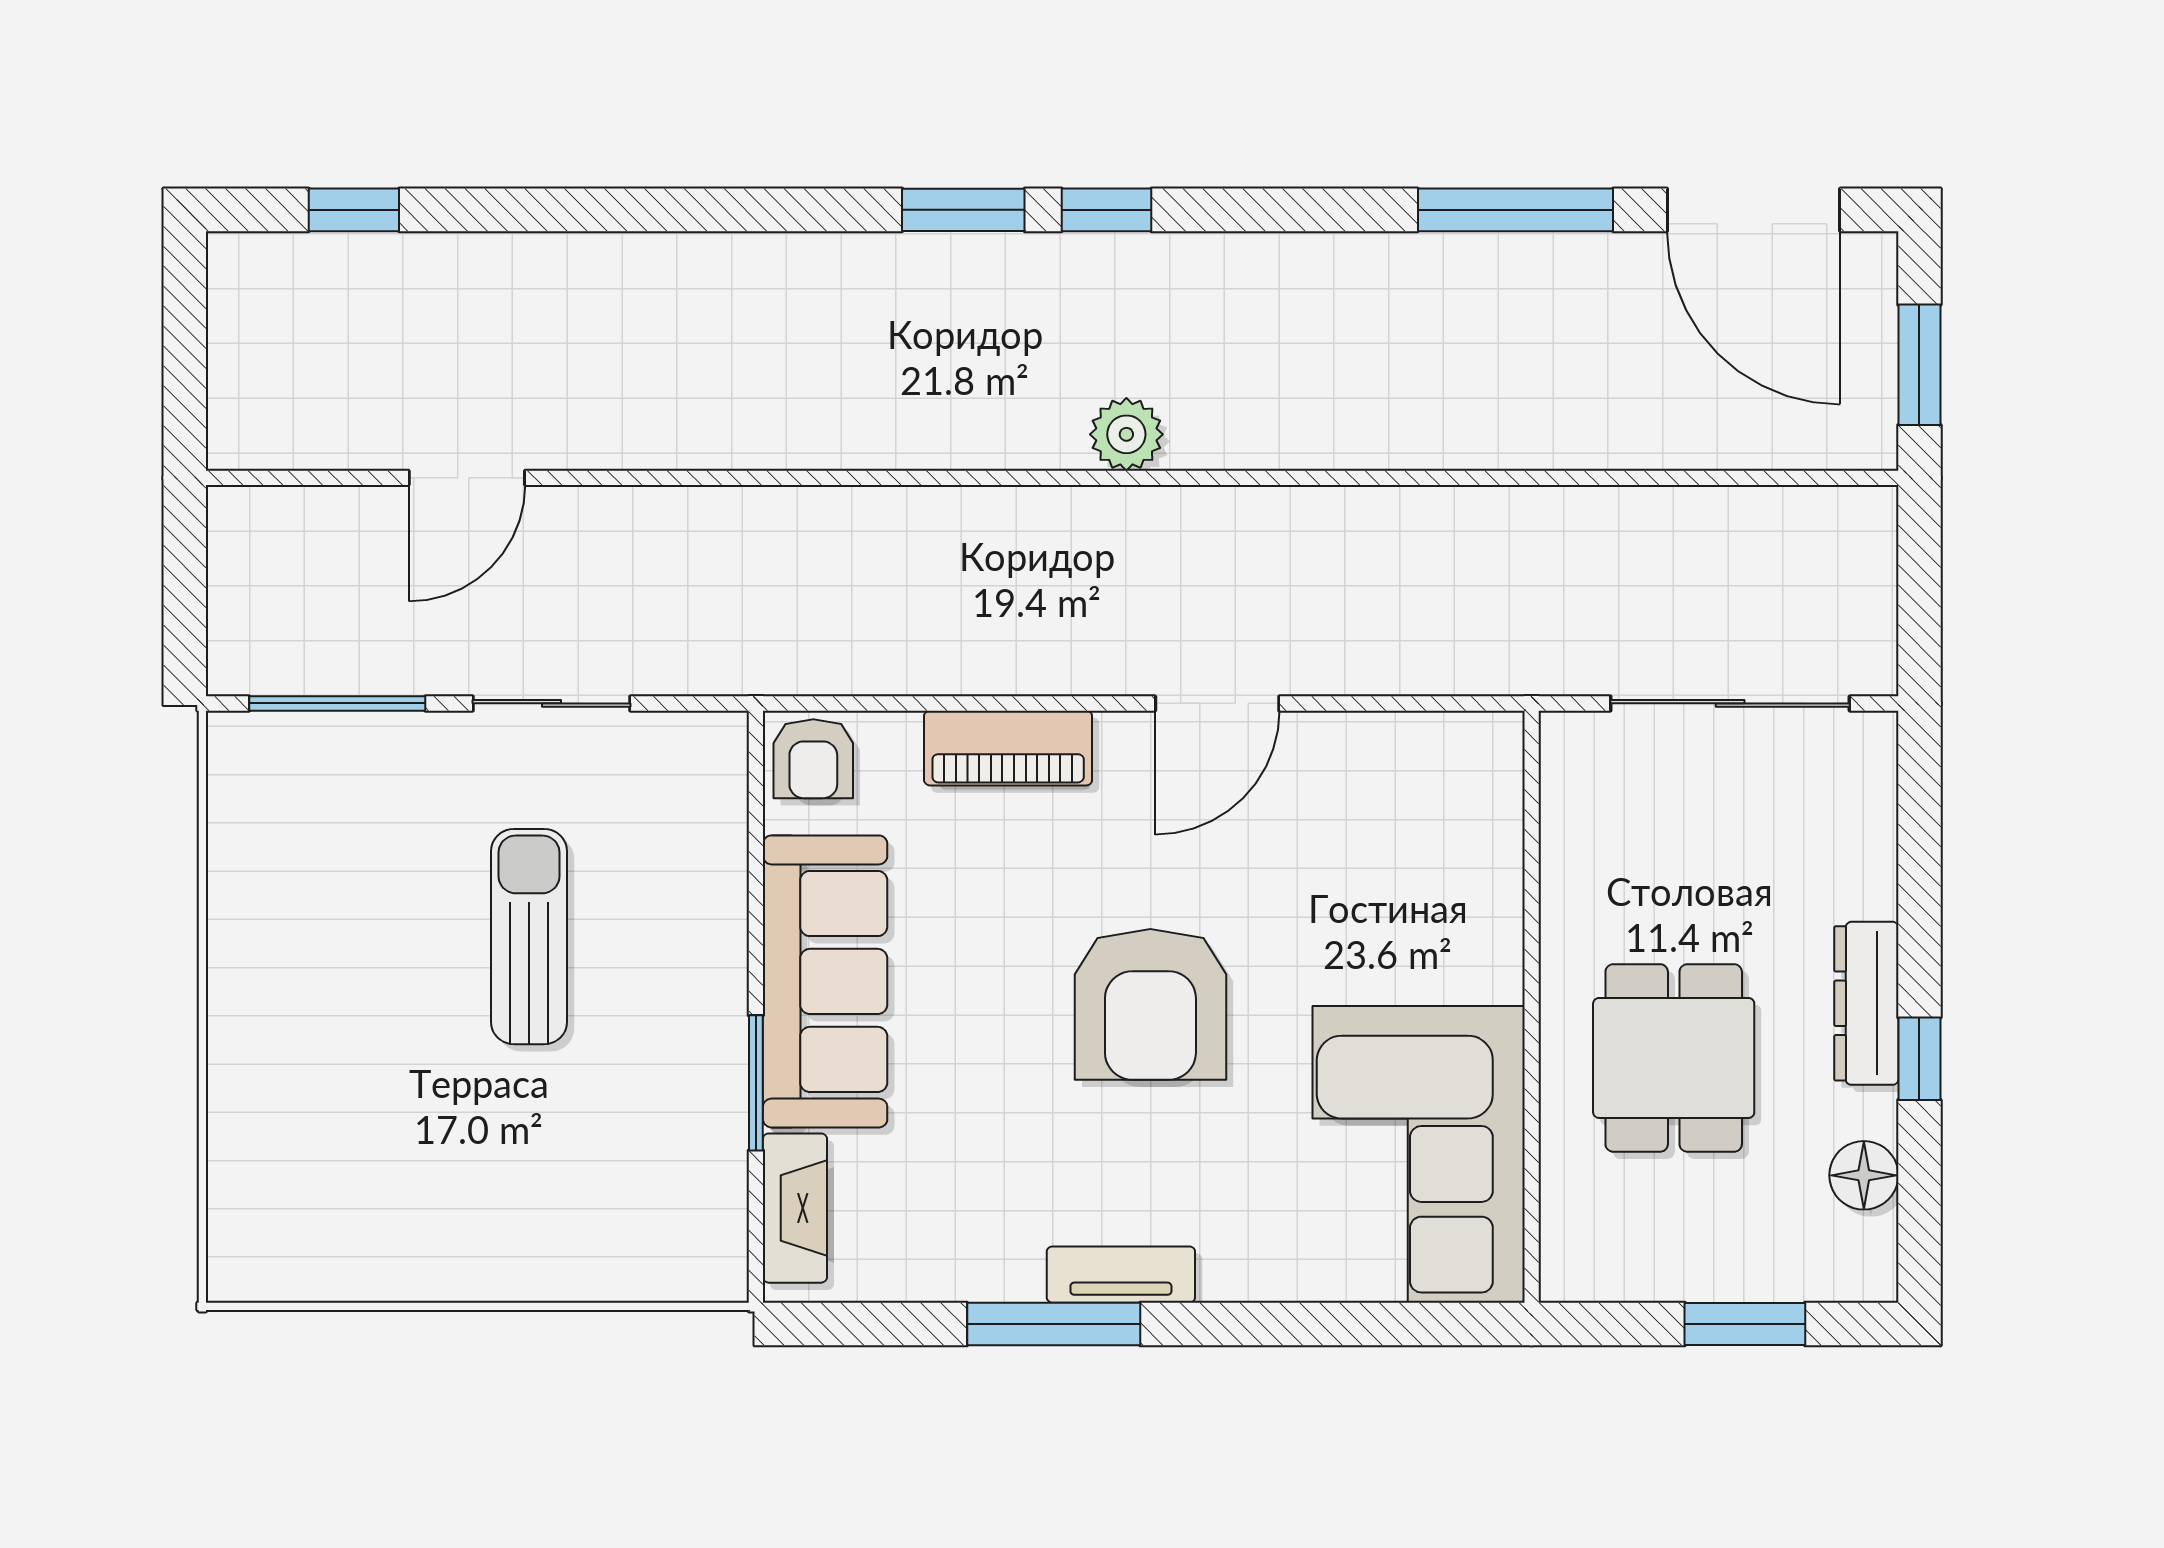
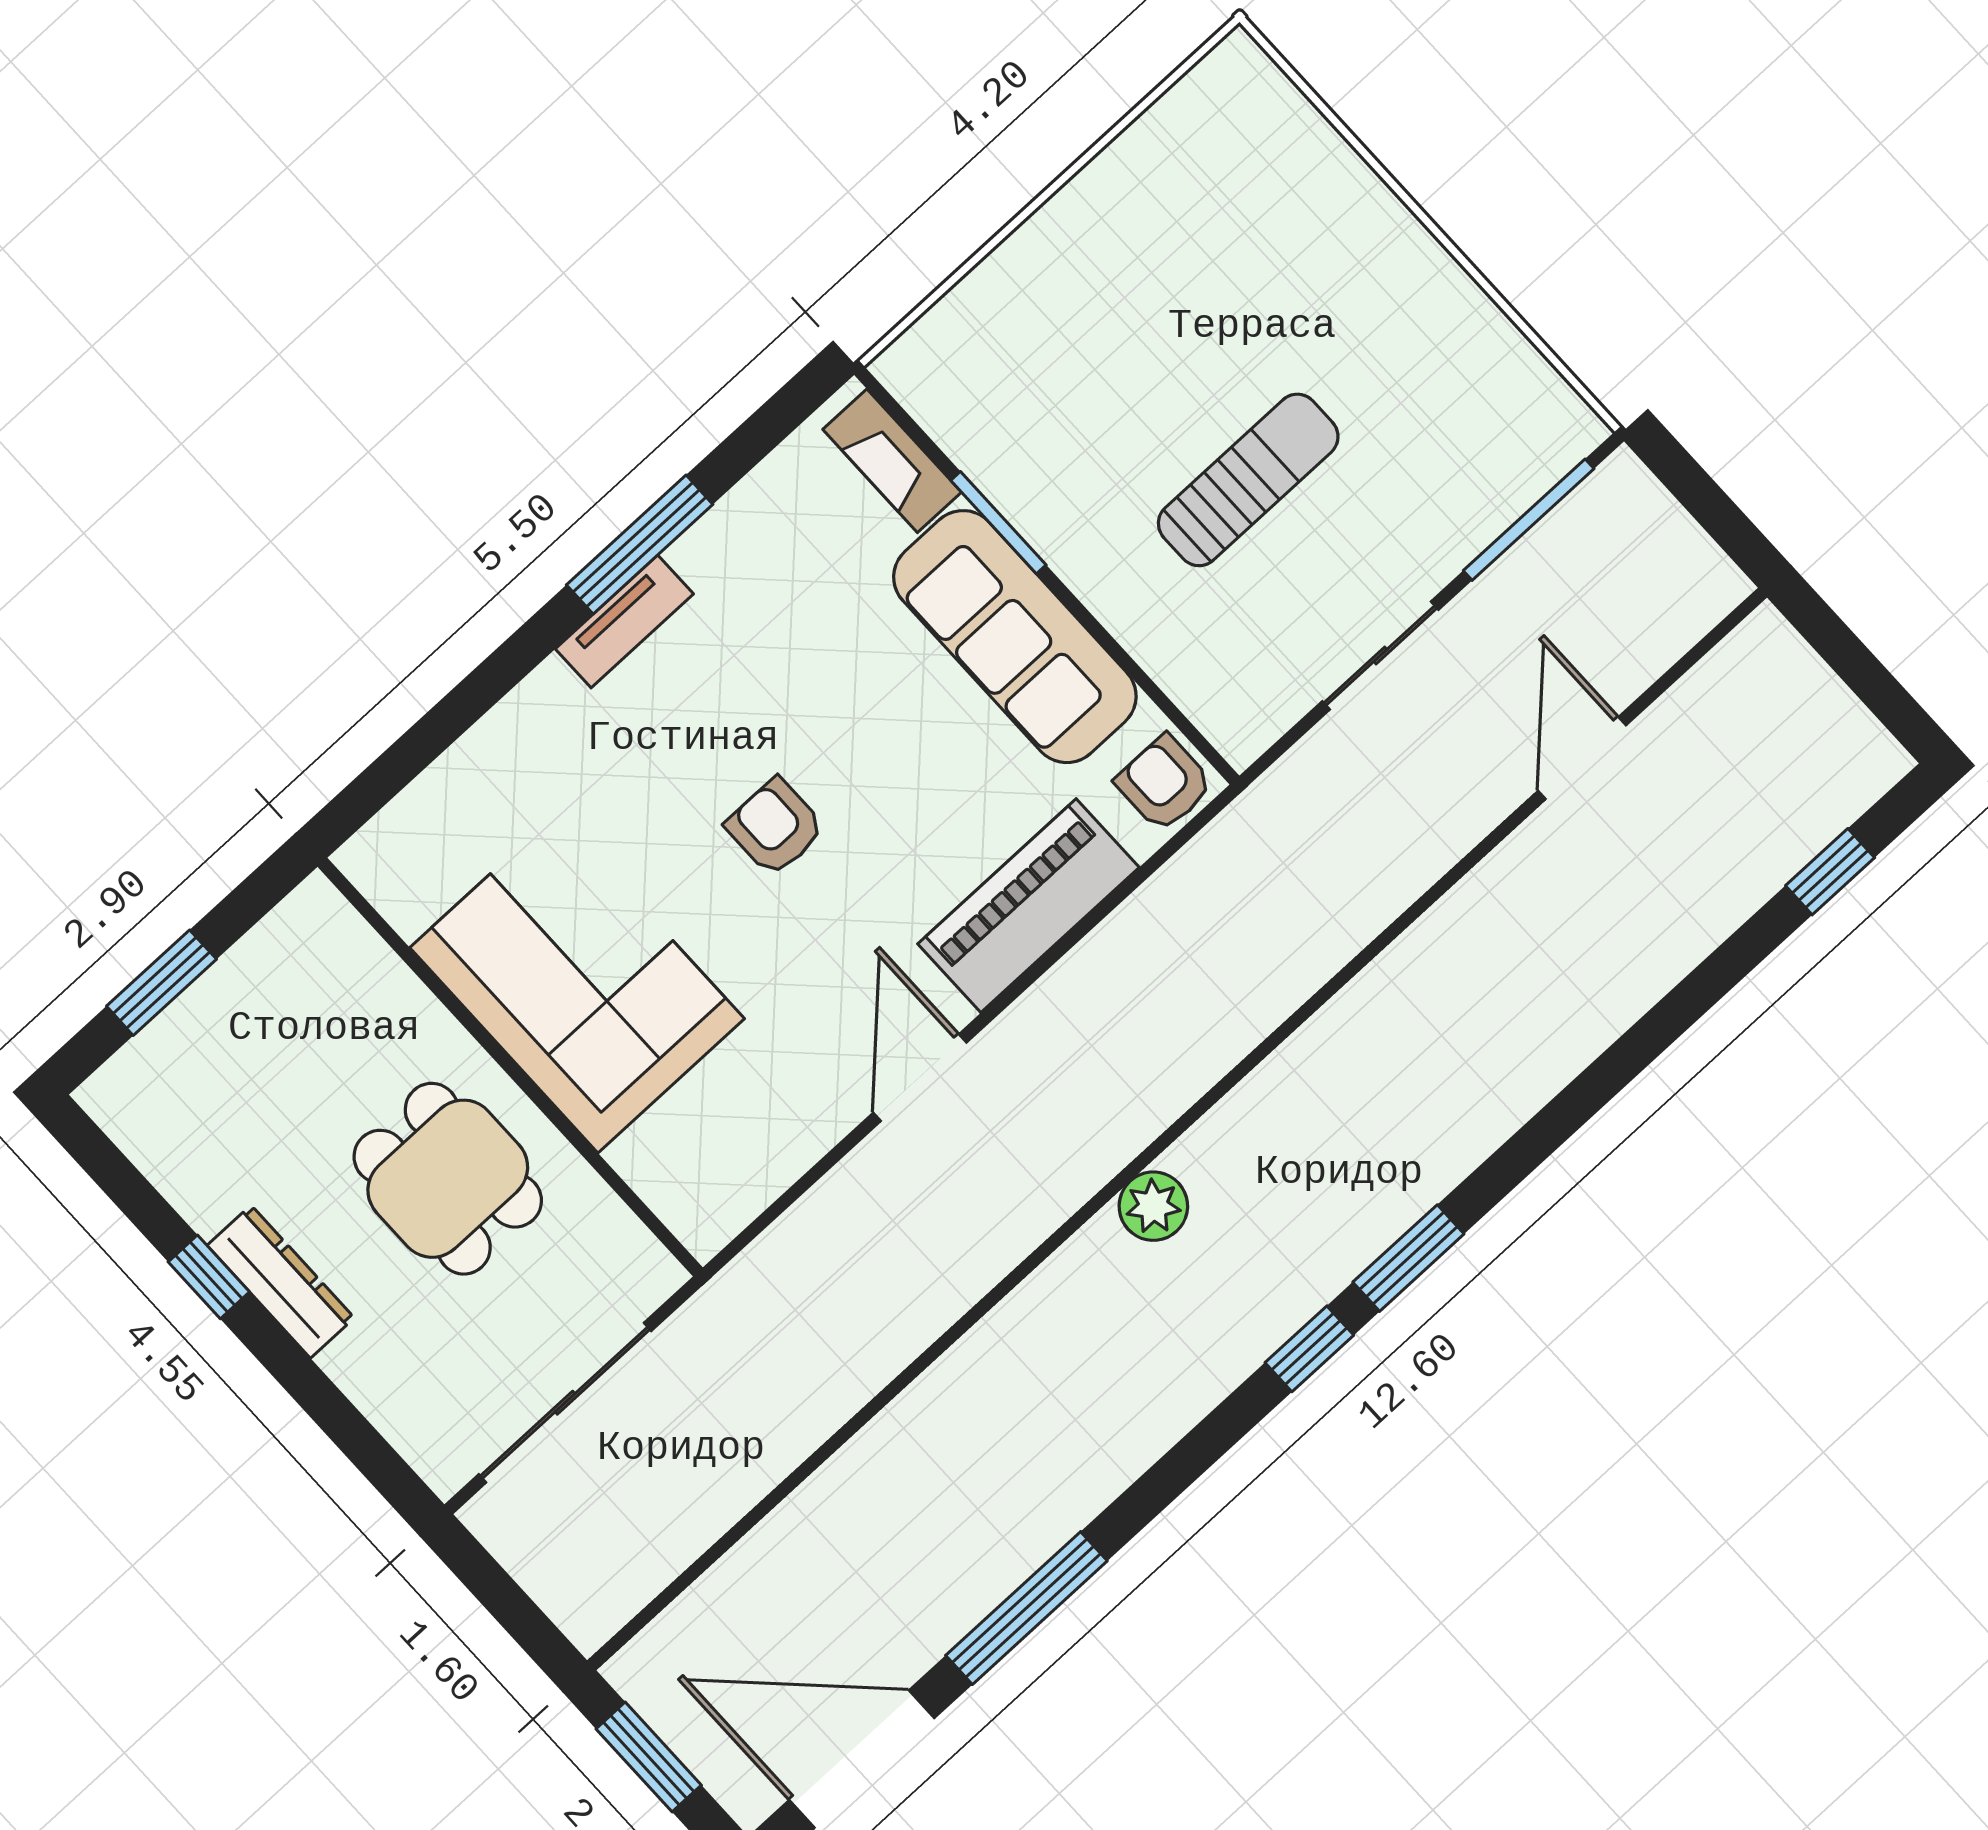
piano: (1008, 748) -> (1028, 906), width x1.37, depth x1.33
sun lounger: (529, 937) -> (1248, 480), turned -90
armchair: (1150, 1004) -> (775, 827), width x0.53, depth x0.53
dining table: (1674, 1058) -> (448, 1179), moved
corner sofa: (1419, 1154) -> (577, 983), moved
floor lamp: (1864, 1175) -> (173, 1161), removed

